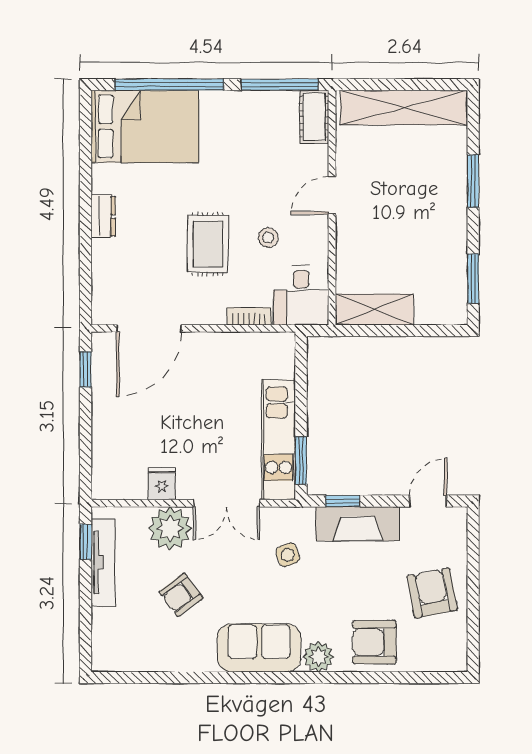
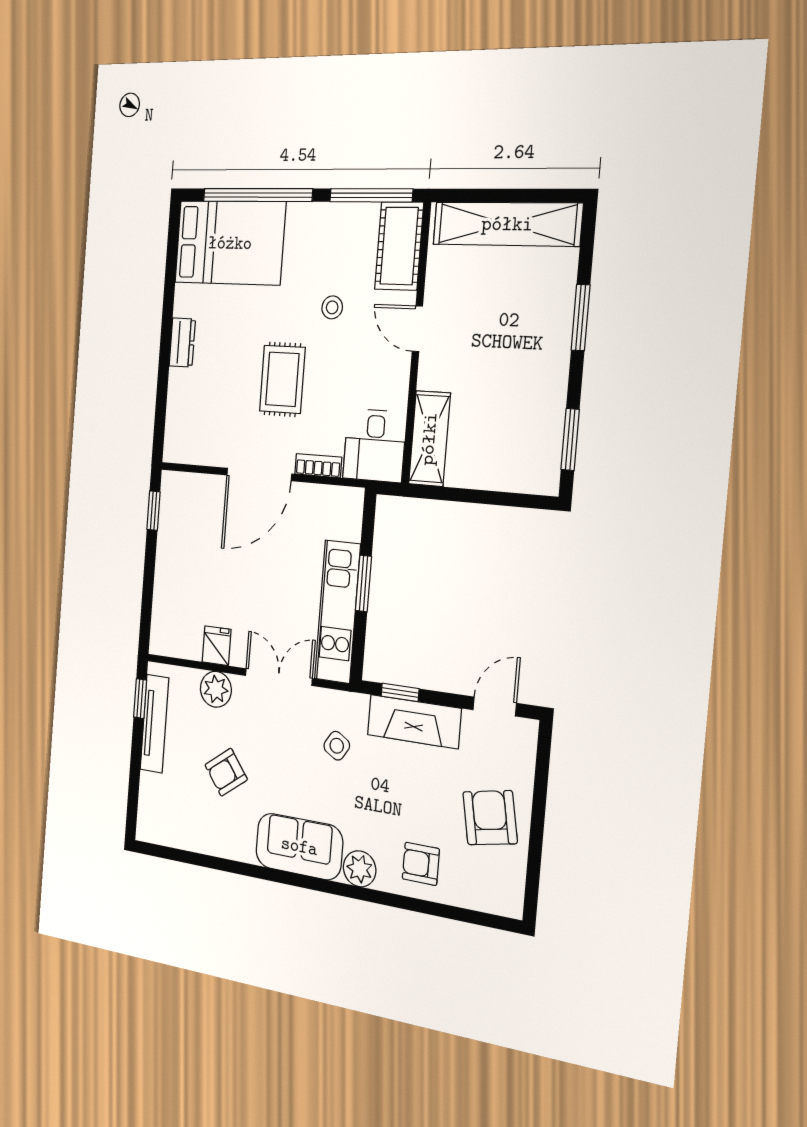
cot: (314, 117) -> (399, 246), width x1.37, depth x1.34
door: (332, 195) -> (417, 329), hinge flipped
stool: (268, 238) -> (332, 307), moved
shelving: (374, 309) -> (429, 439), moved, turned 90
door: (149, 328) -> (259, 475), moved
window: (301, 460) -> (364, 583), moved
double door: (226, 503) -> (279, 677), swing flipped
plant: (170, 528) -> (216, 689), width x0.73, depth x0.73
side table: (288, 555) -> (337, 746), turned -38
armchair: (374, 642) -> (421, 864), width x0.72, depth x0.72

